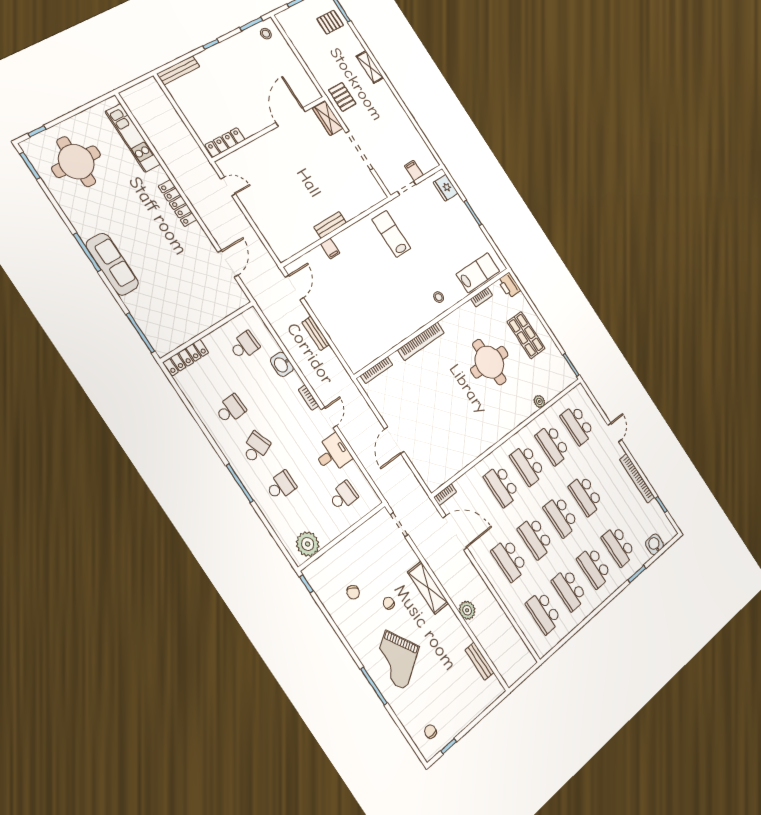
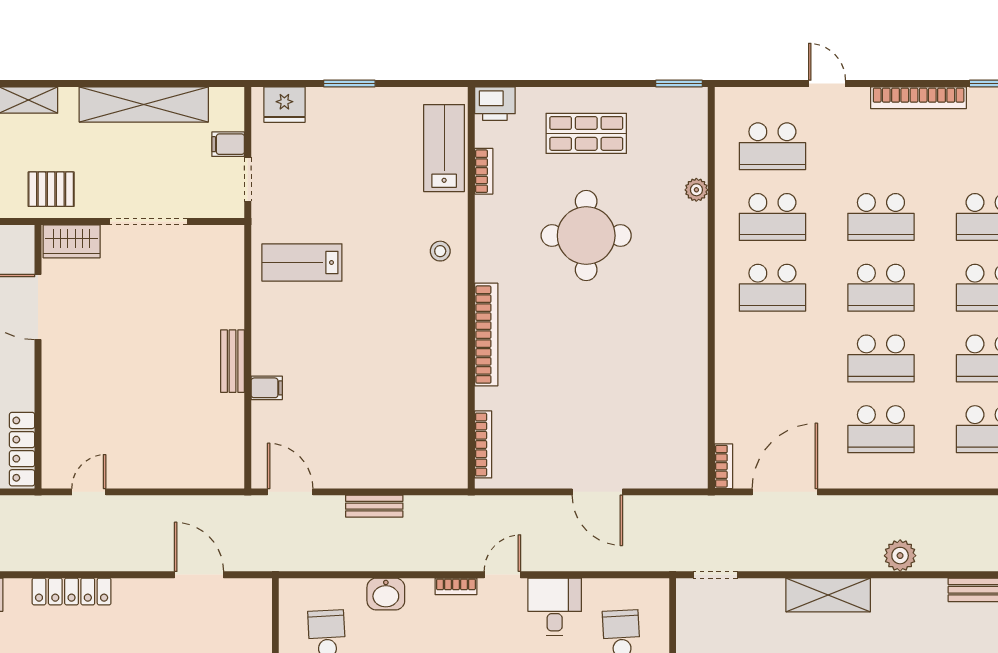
shelving: (403, 122) -> (144, 104), added
door: (329, 418) -> (502, 575), hinge flipped
school desk: (502, 486) -> (772, 358), removed

